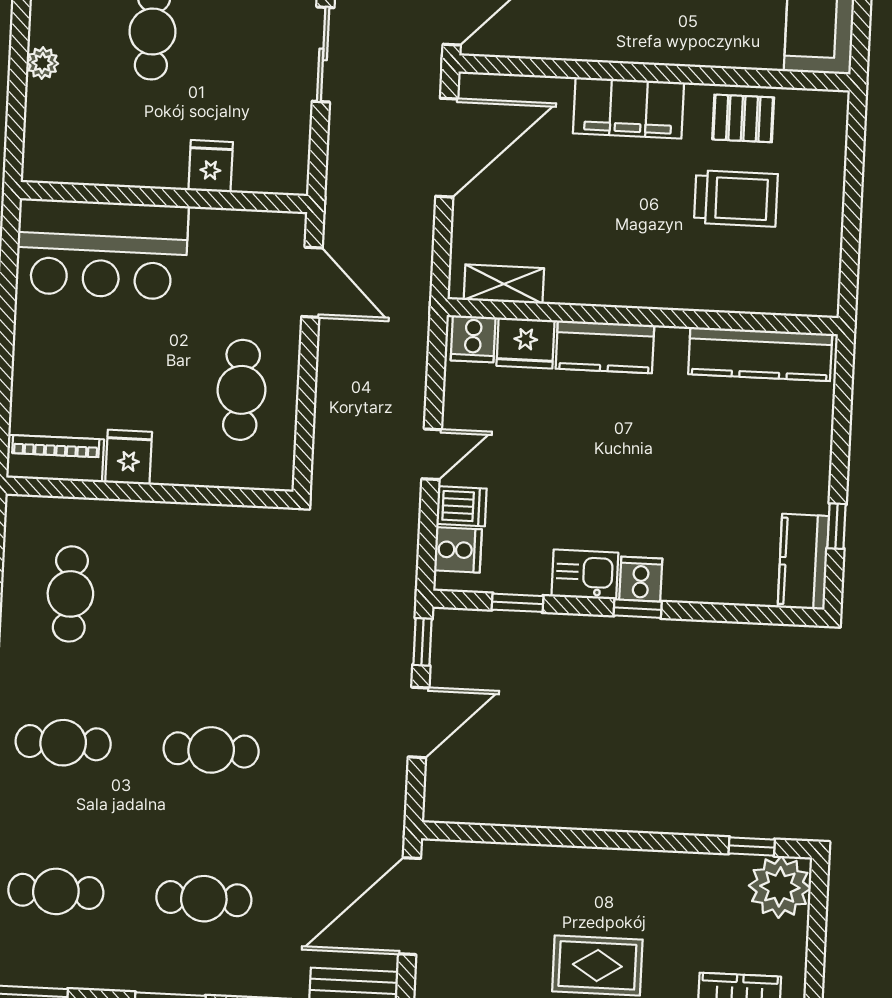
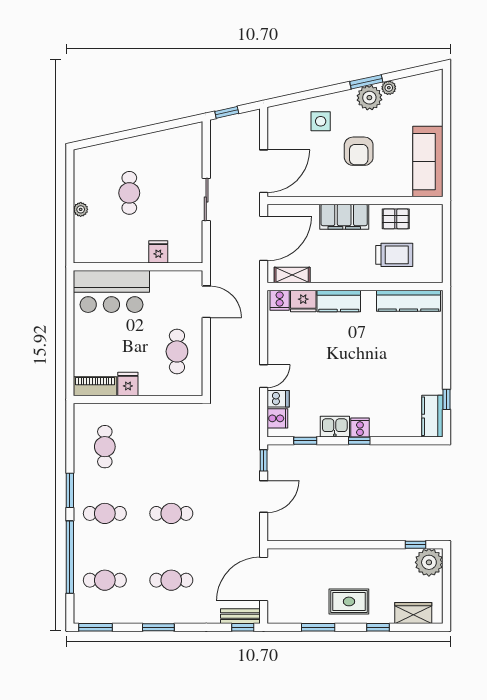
shelving: (504, 284) -> (292, 275), moved
wall: (643, 317) -> (355, 287), moved
cooker: (473, 339) -> (280, 300), moved
fridge: (526, 343) -> (303, 301), moved
kitchen counter: (605, 347) -> (339, 301), moved
kitchen counter: (760, 354) -> (409, 301), moved

